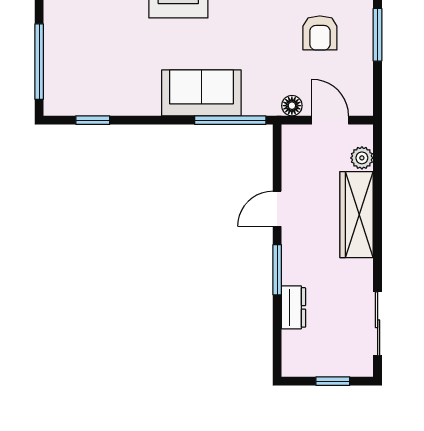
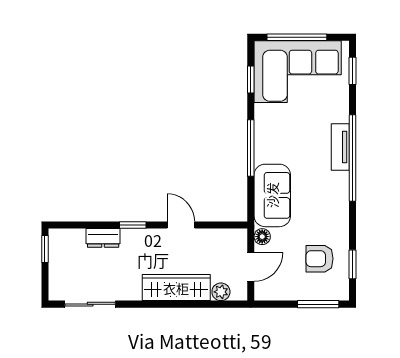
corner sofa: (83, 61) -> (298, 72), added
sofa: (201, 93) -> (272, 195), moved
window: (230, 120) -> (251, 148), moved
window: (277, 270) -> (133, 225), width x0.67
window: (333, 381) -> (45, 249), moved

